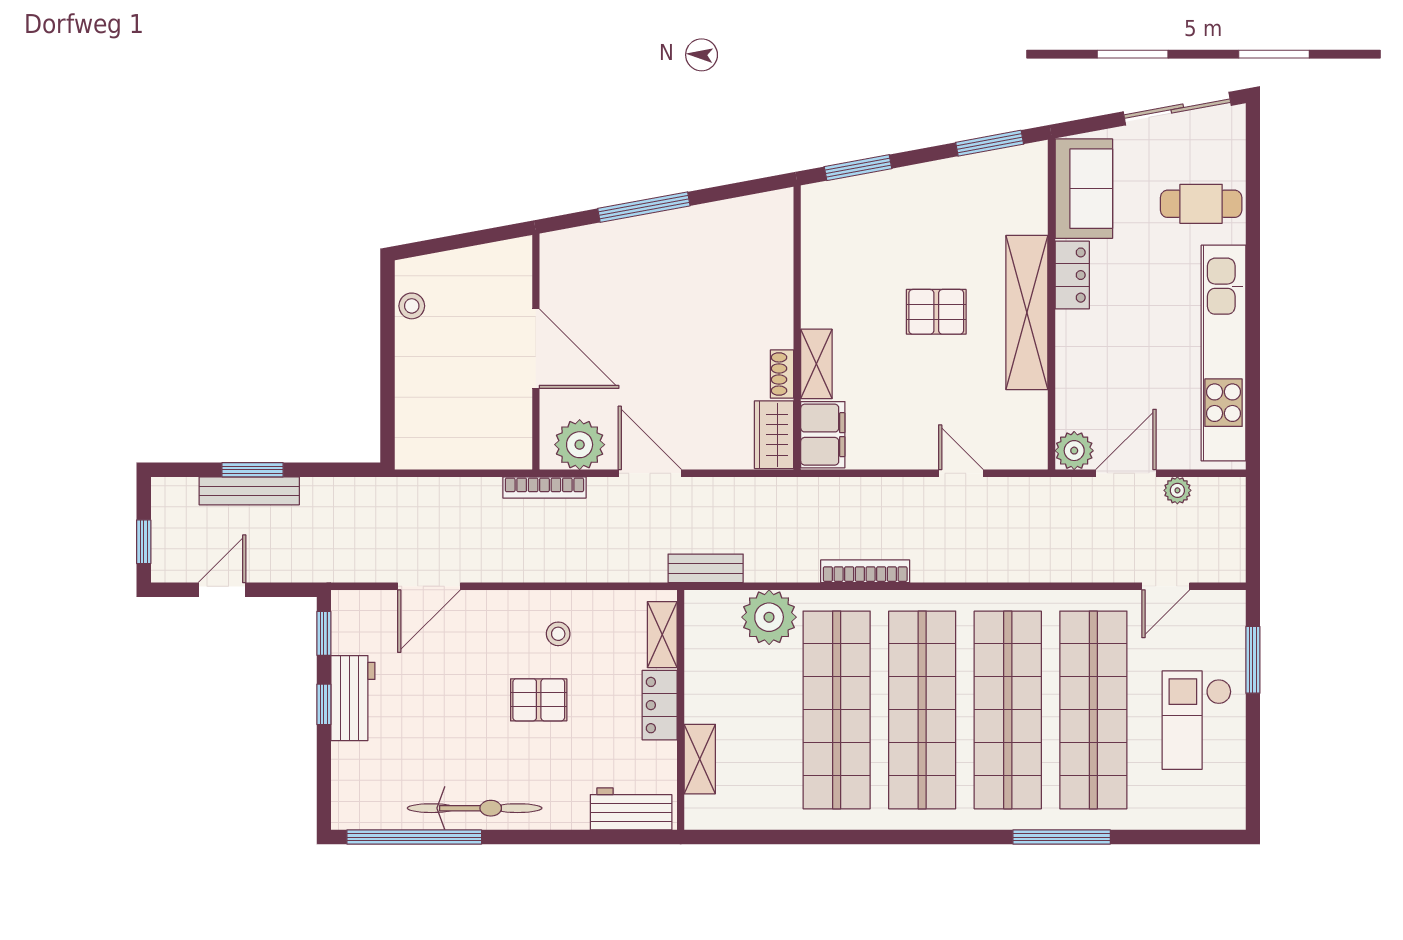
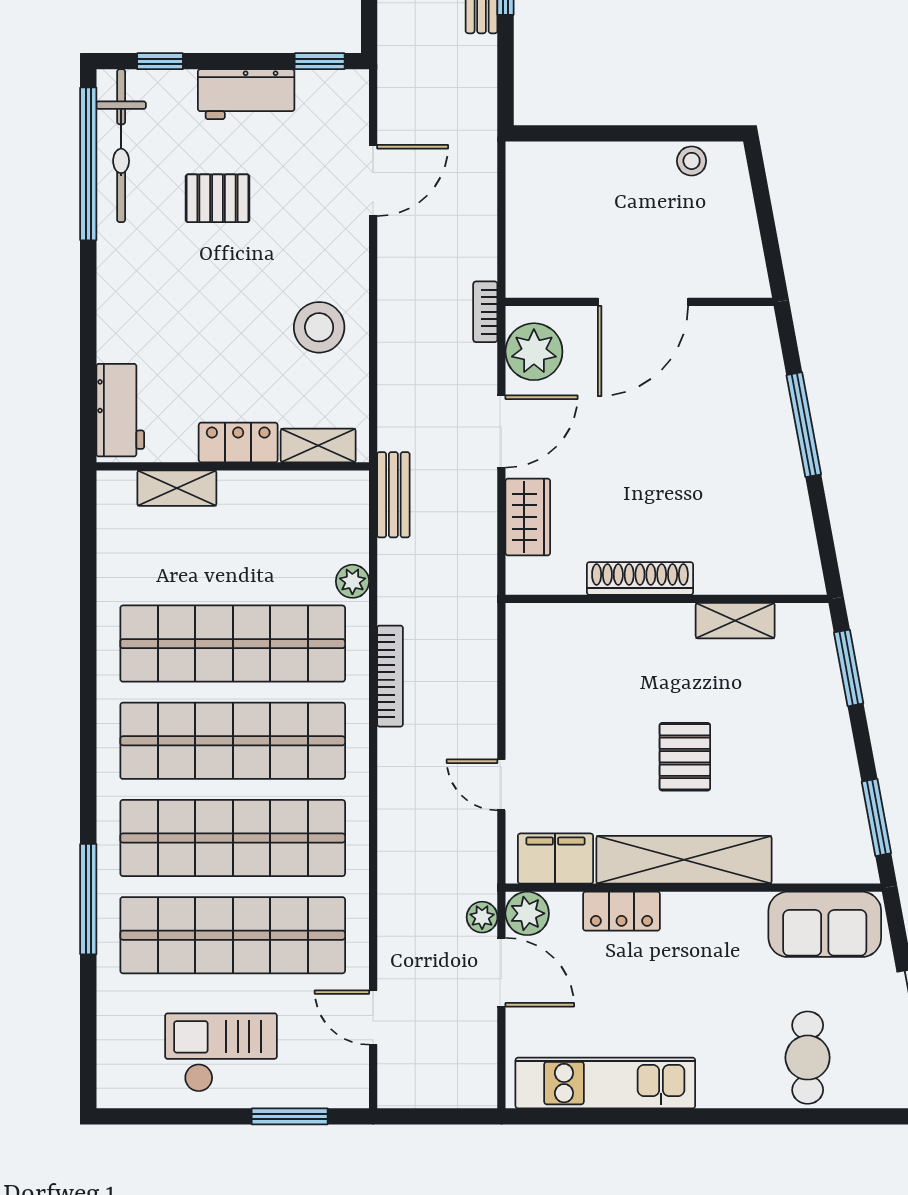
locker: (1072, 275) -> (622, 911), moved
kitchen unit: (1223, 353) -> (605, 1083), width x0.73
shelving: (816, 364) -> (735, 621), moved
shoe rack: (782, 374) -> (640, 578), width x1.94, depth x1.24
wardrobe: (774, 435) -> (528, 517), moved, turned 90
filing cabinet: (823, 435) -> (555, 859), moved, turned 180
door: (961, 473) -> (501, 785), swing flipped
bookcase: (544, 487) -> (485, 312), width x0.64
plant: (1177, 490) -> (482, 917), moved
door: (429, 586) -> (373, 181), swing flipped
plant: (769, 617) -> (352, 581), width x0.53, depth x0.53
stool: (558, 634) -> (319, 327), width x1.89, depth x1.89
pallet: (539, 700) -> (217, 198), moved, turned 90
window: (324, 704) -> (160, 61), moved
bicycle: (475, 808) -> (121, 146), moved

